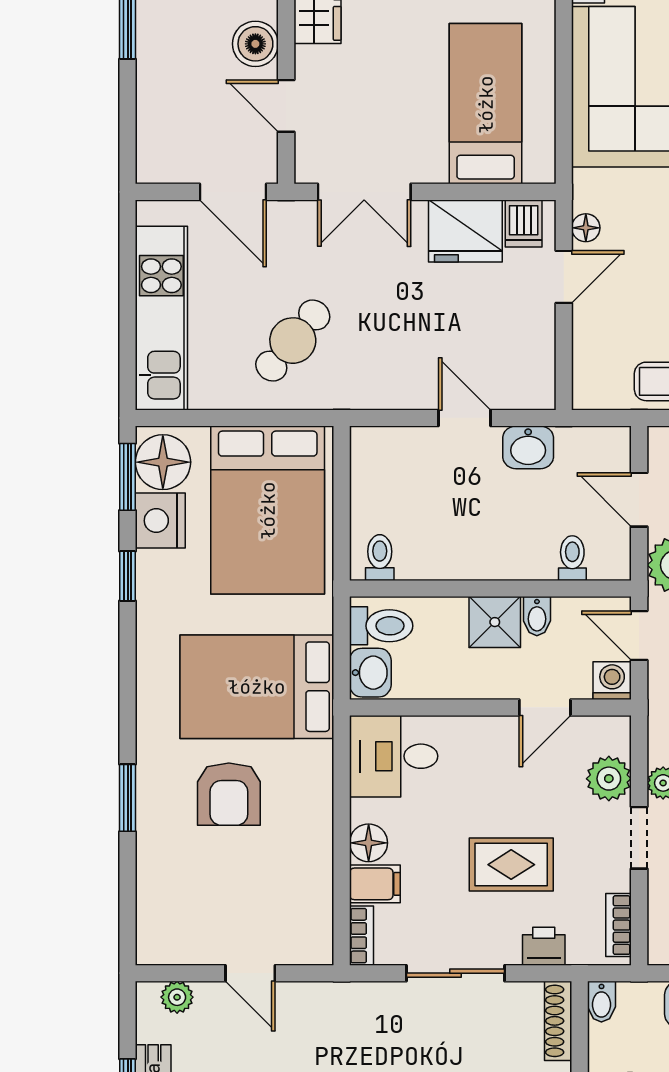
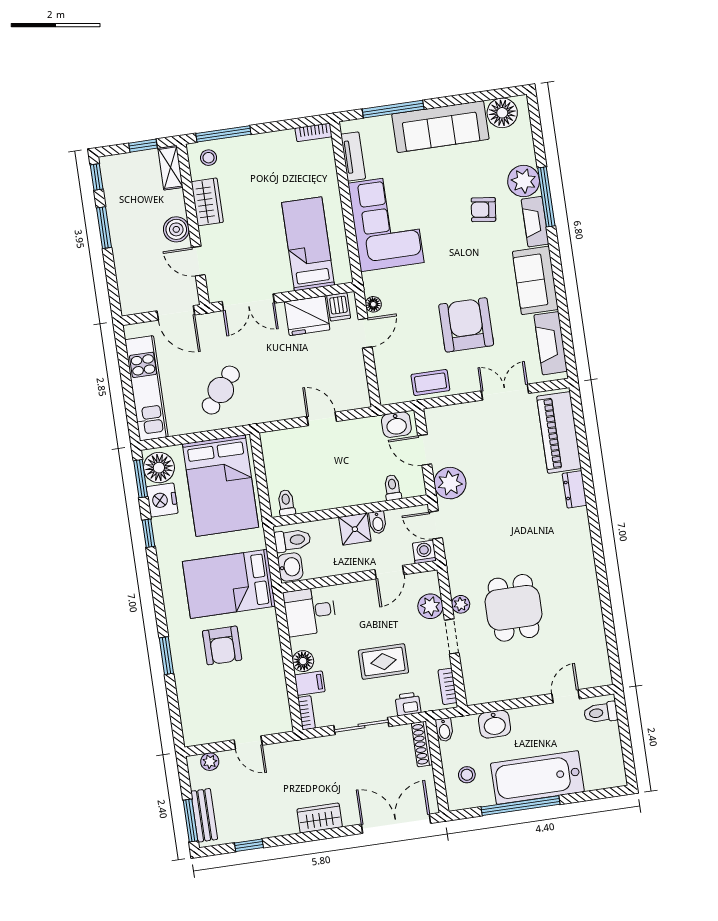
washbasin: (528, 447) -> (396, 425), moved

